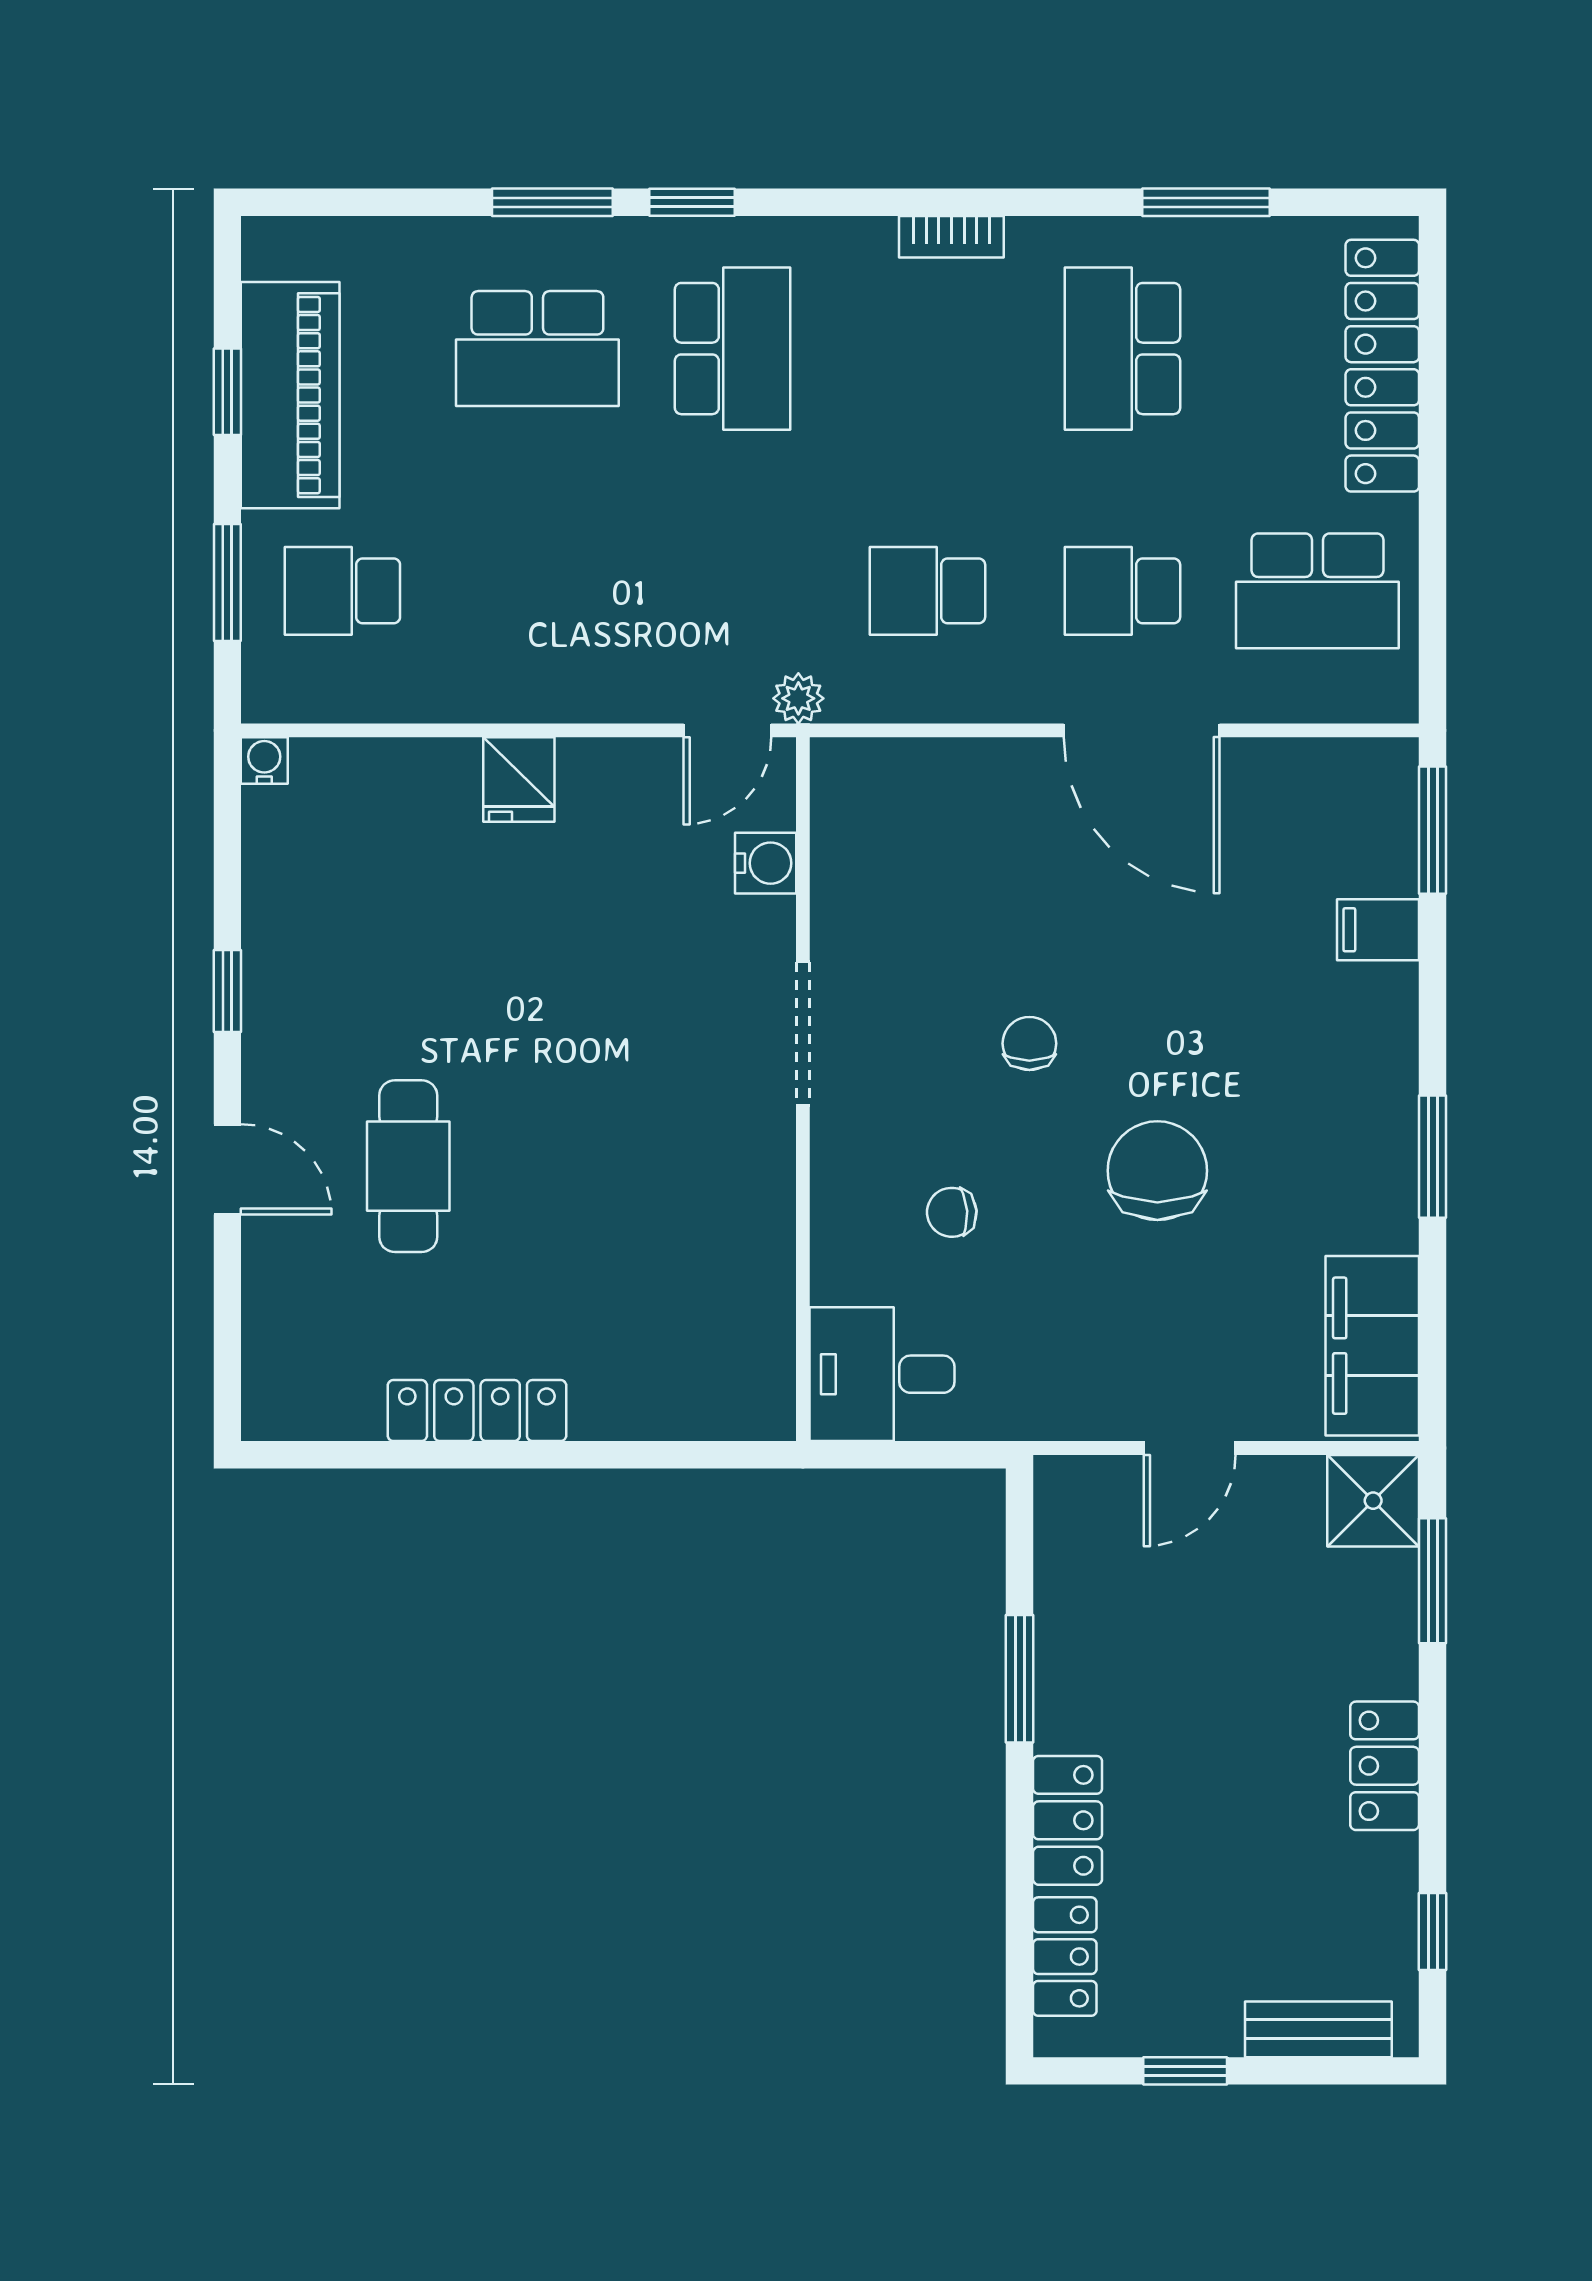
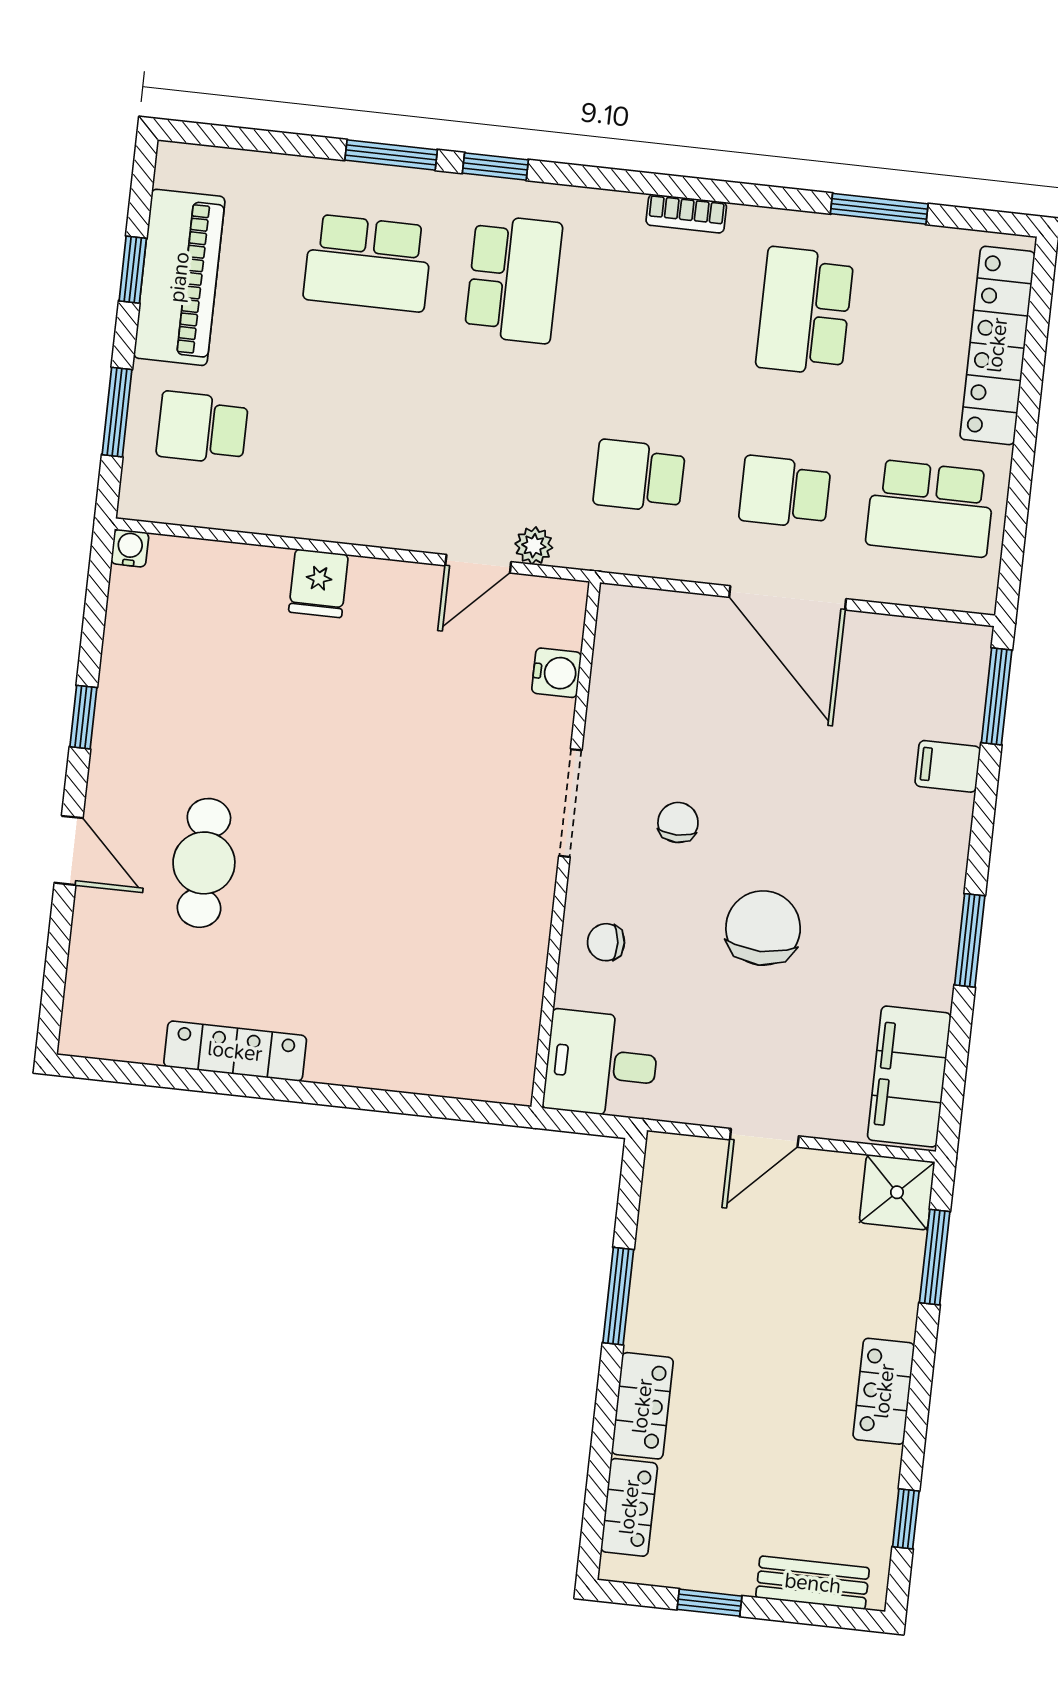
water cooler: (766, 863) -> (557, 673), moved
doorway: (803, 1033) -> (570, 803), moved
wall: (803, 1089) -> (566, 845), moved
desk: (882, 1374) -> (601, 1064), moved

